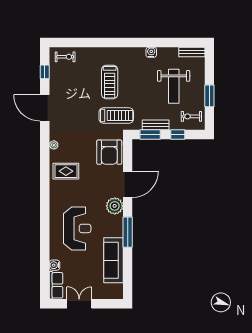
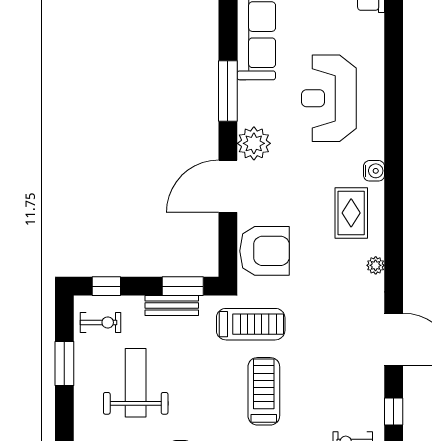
treadmill: (116, 116) -> (251, 324), turned 180
window: (178, 135) -> (106, 286), moved
armchair: (109, 152) -> (265, 251), turned 90
rug: (66, 171) -> (351, 213), turned 90
water cooler: (54, 265) -> (374, 171), moved

